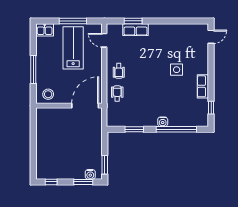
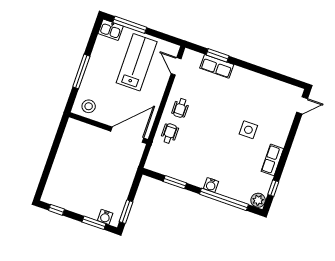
window: (73, 21) -> (130, 25), moved
plant: (203, 121) -> (258, 200), added

